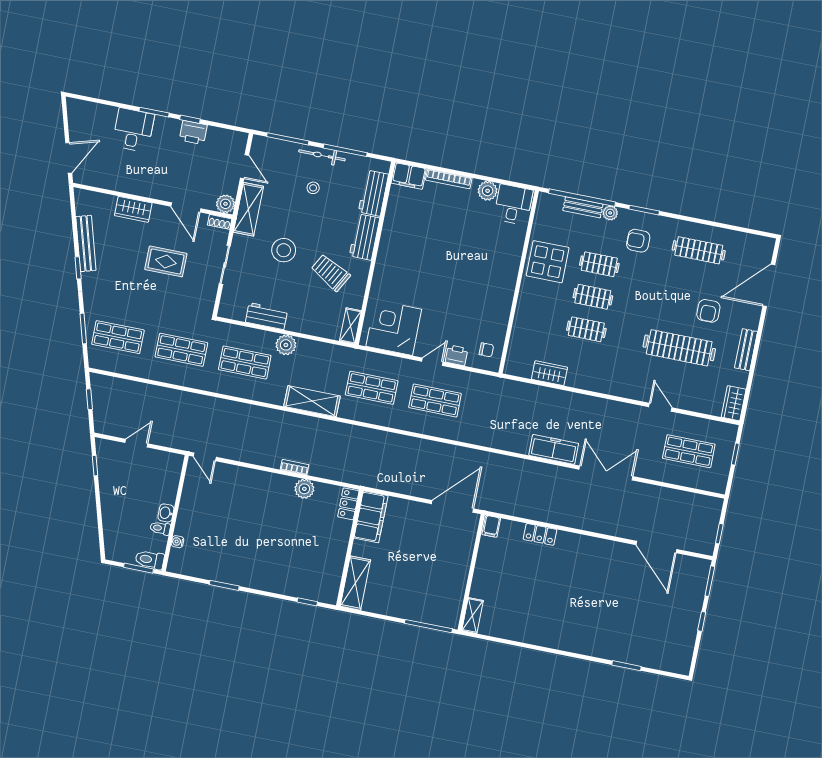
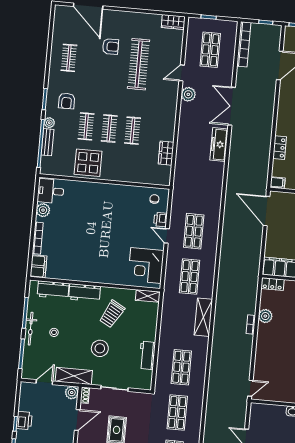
clothes rail: (699, 250) -> (69, 58), width x0.73
plant: (286, 345) -> (188, 94), moved
bench: (746, 350) -> (135, 17), removed
bookcase: (691, 500) -> (244, 44), added

